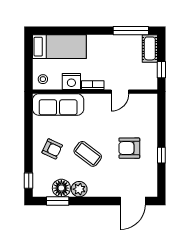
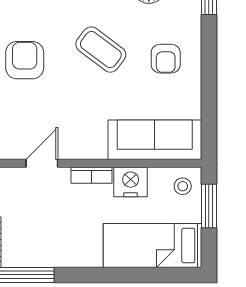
window: (29, 68) -> (209, 206), added
armchair: (129, 148) -> (25, 60), turned -90
armchair: (52, 149) -> (166, 59), turned -115

